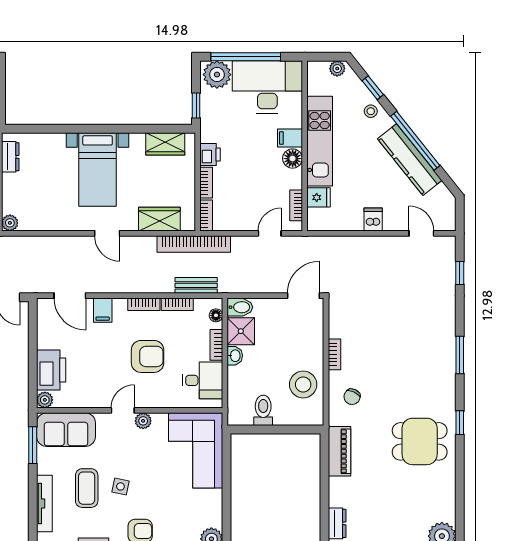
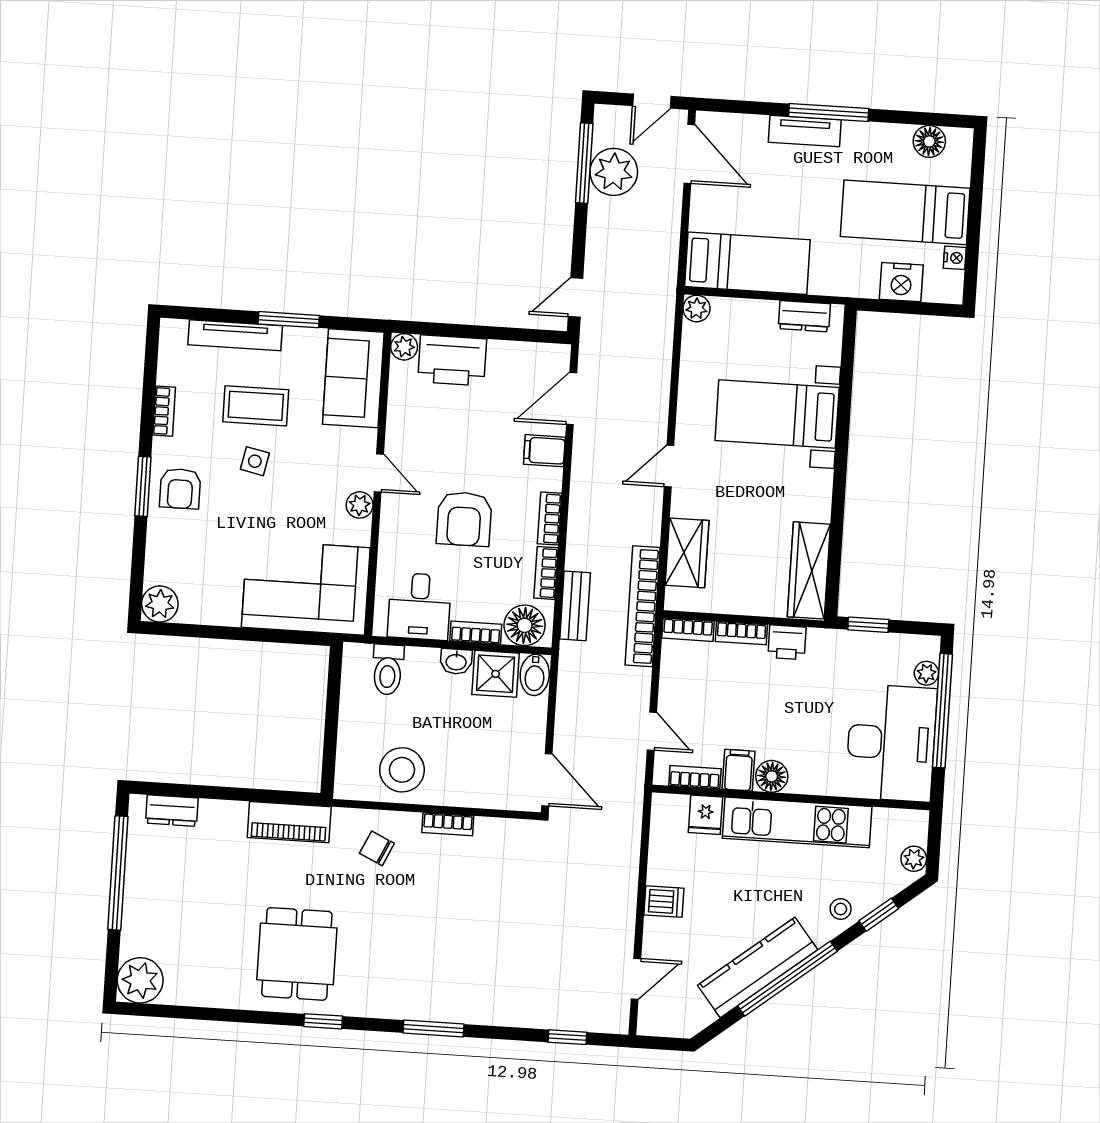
plant: (217, 75) -> (926, 673), width x0.53, depth x0.53
filing cabinet: (290, 138) -> (739, 770), moved
wardrobe: (165, 144) -> (809, 570), width x1.50
bed with nightstands: (98, 170) -> (777, 414), moved
floor lamp: (216, 315) -> (525, 625), width x1.89, depth x1.89
toilet: (263, 410) -> (388, 670), moved, turned 90
window: (33, 445) -> (289, 320), moved

